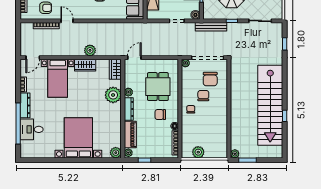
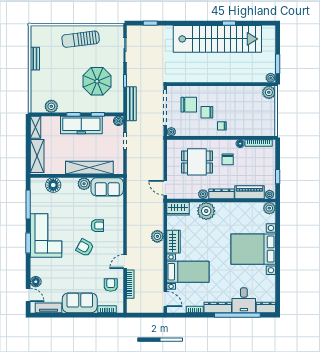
dresser: (25, 149) -> (266, 307), added
plant: (198, 152) -> (269, 92), moved

